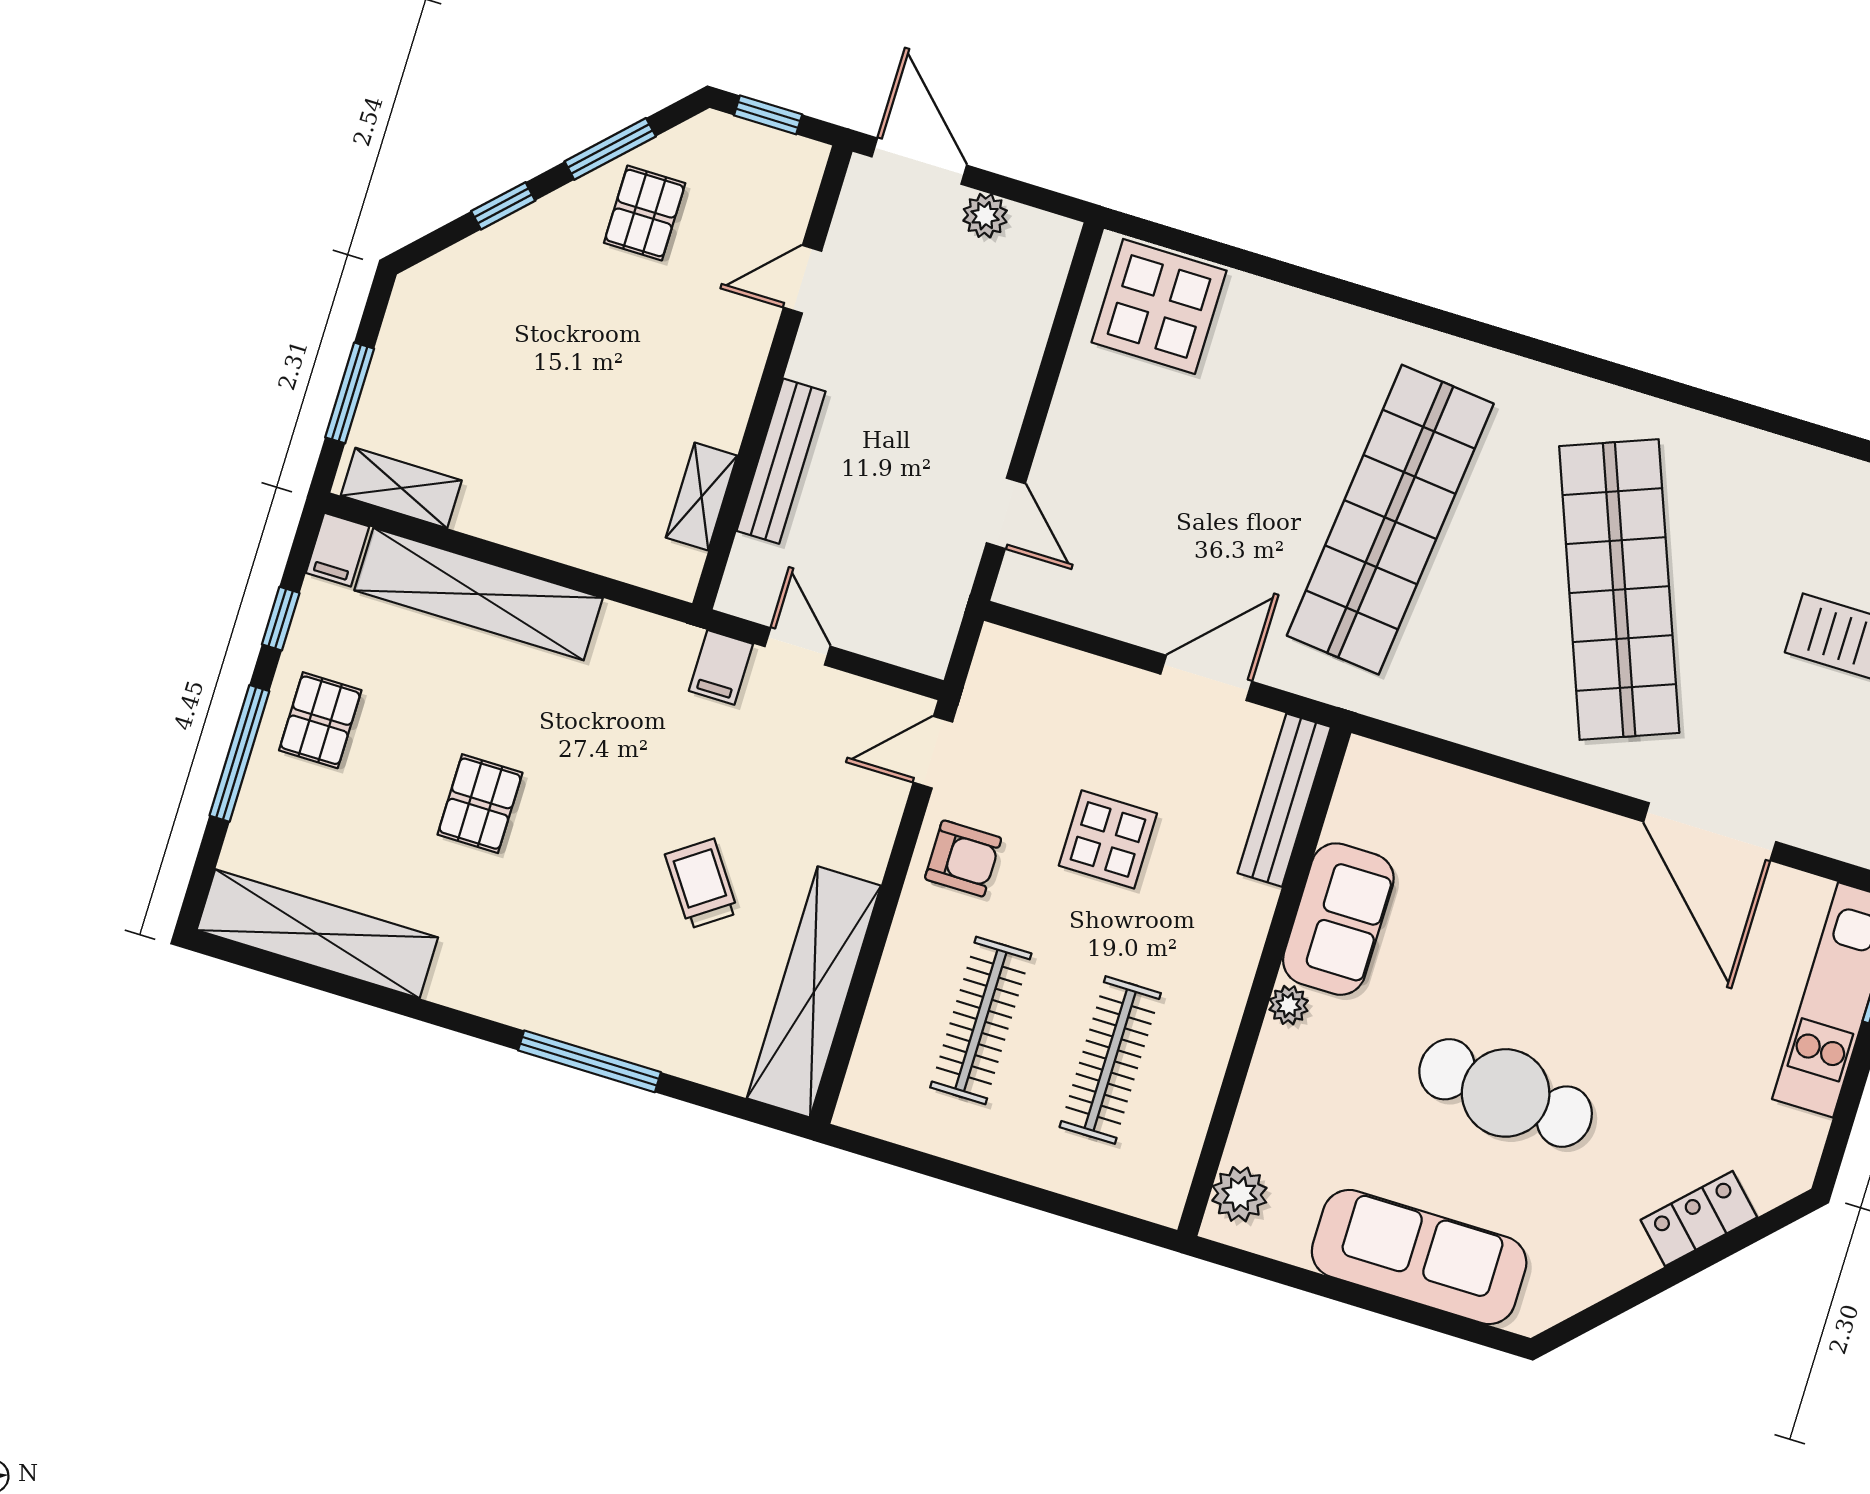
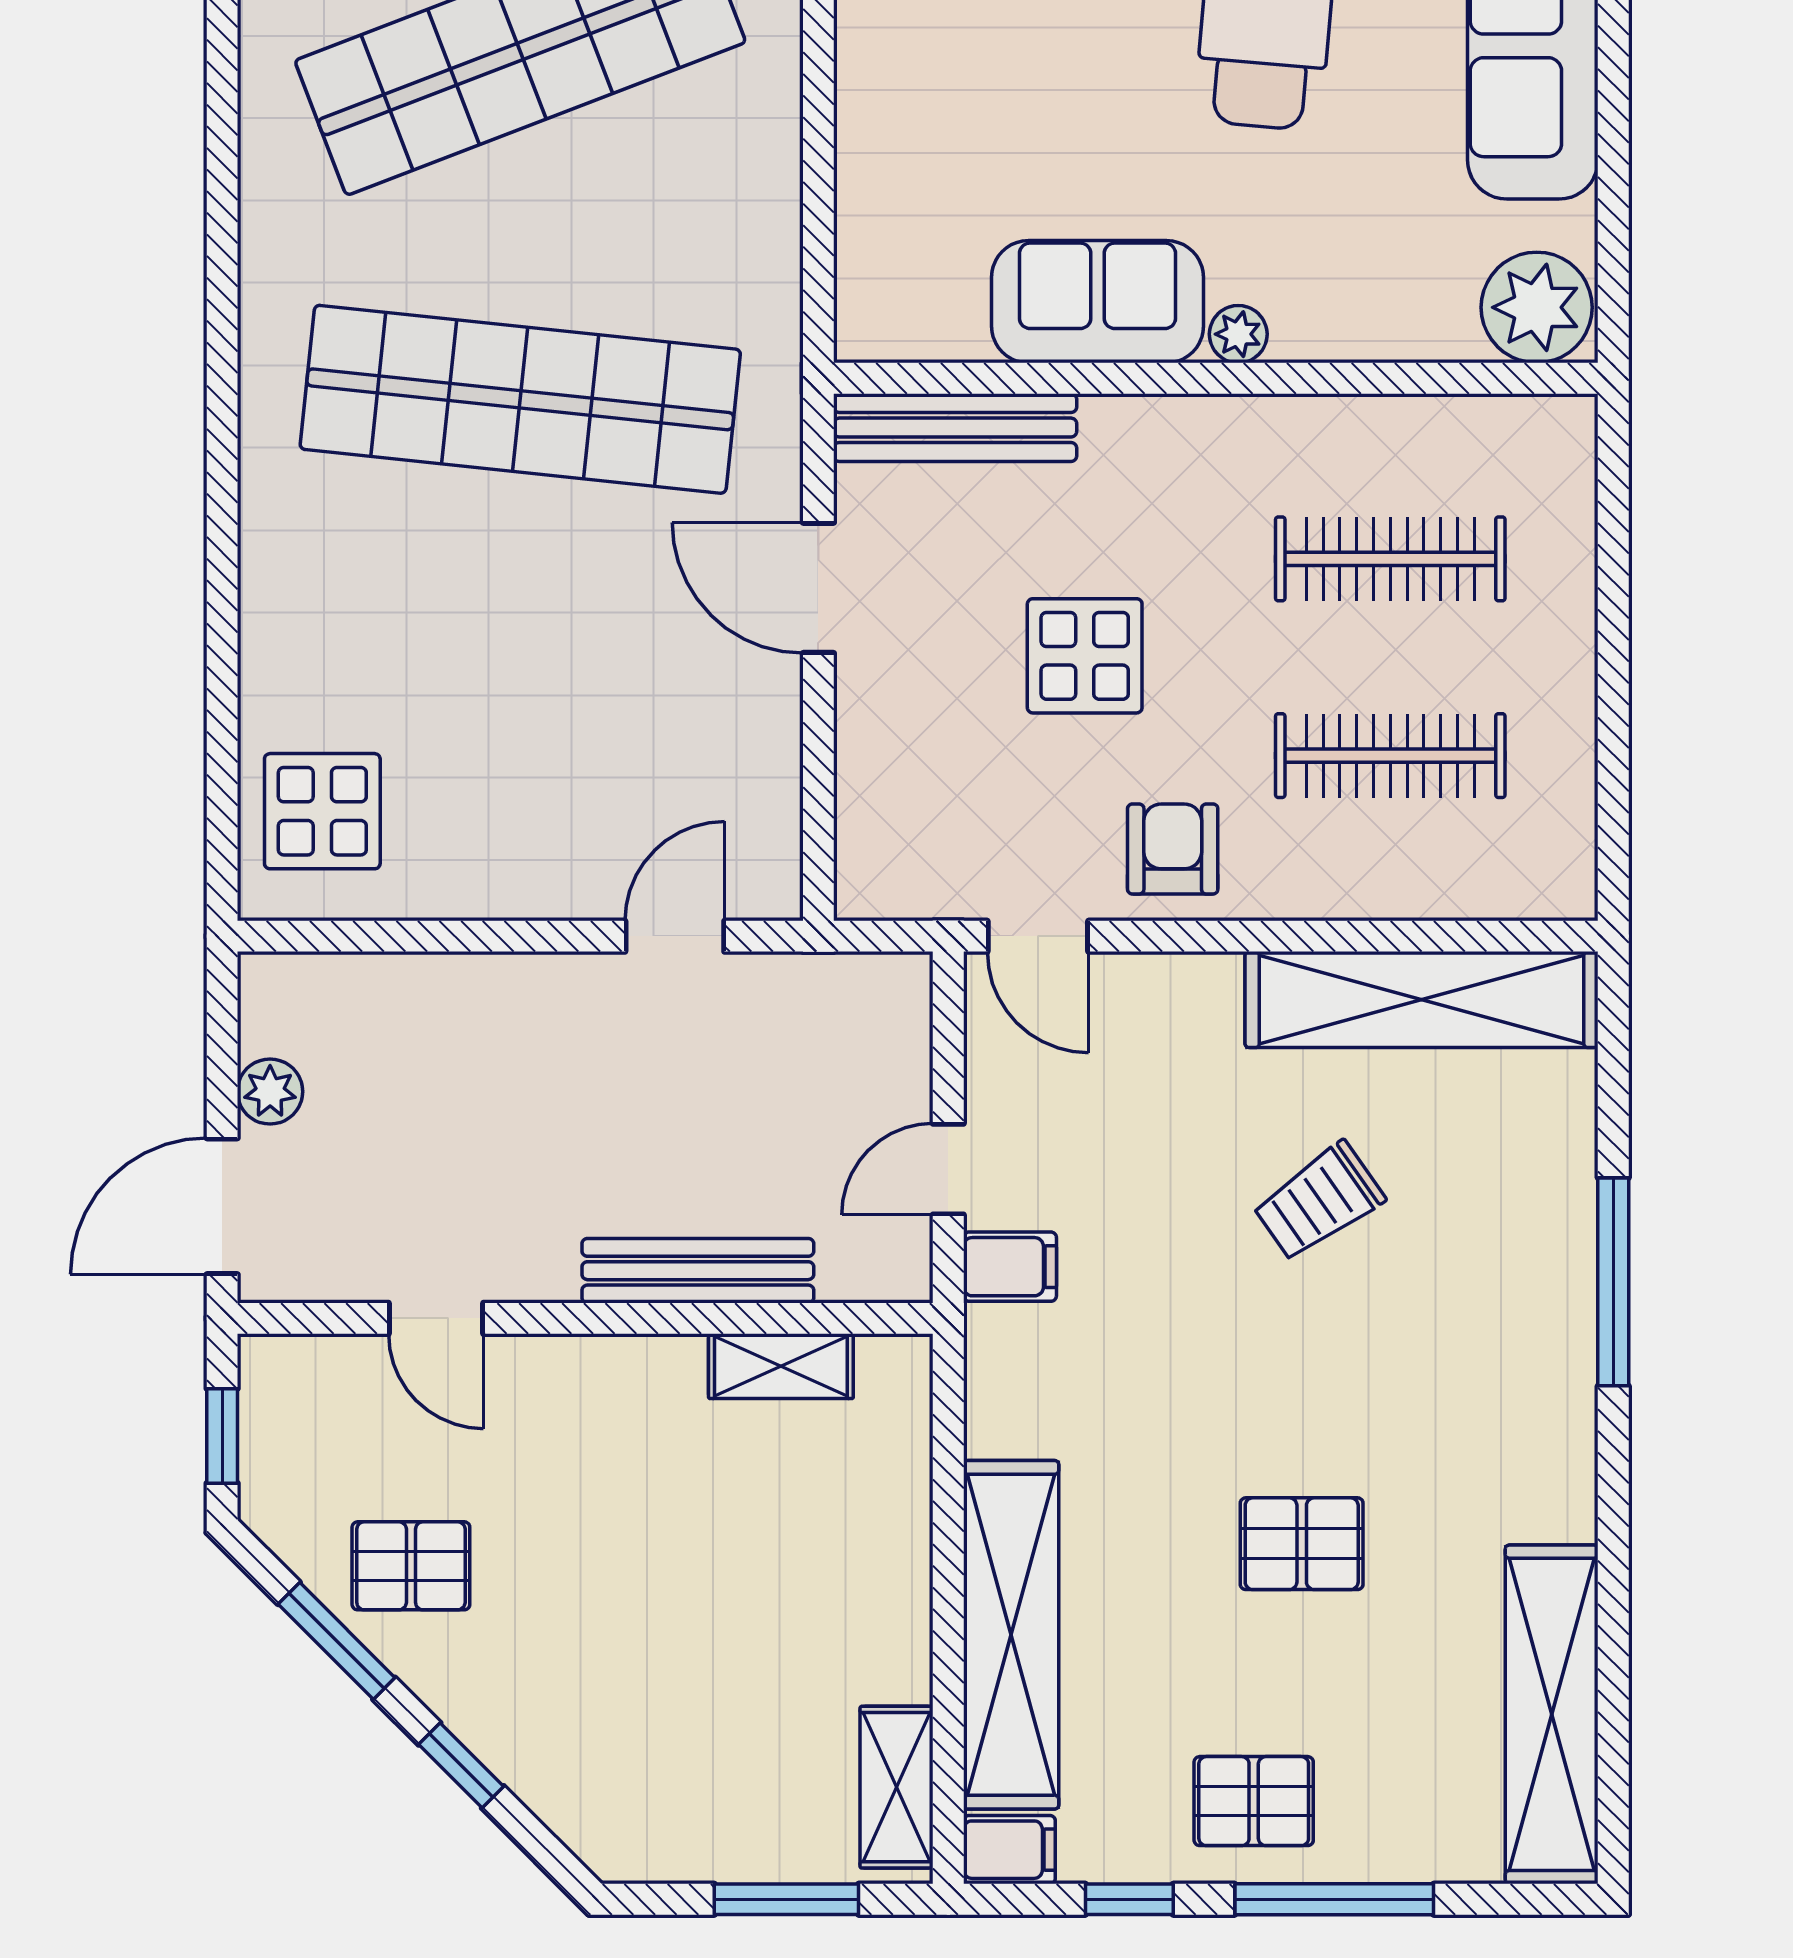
display table: (1159, 306) -> (322, 811), width x0.73, depth x0.73
plant: (1239, 1194) -> (1537, 307), width x1.36, depth x1.36

